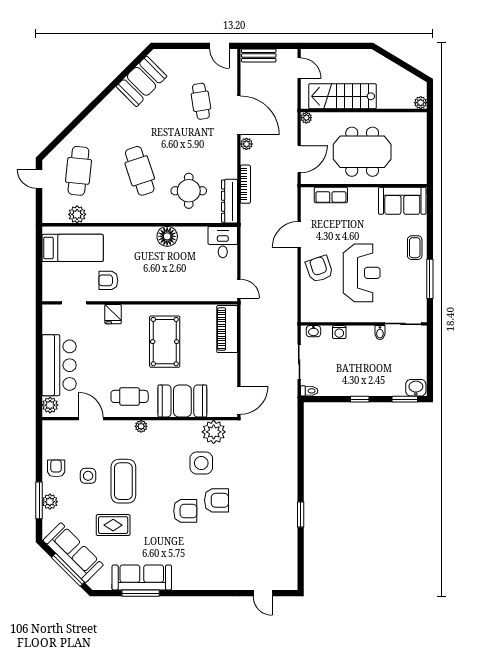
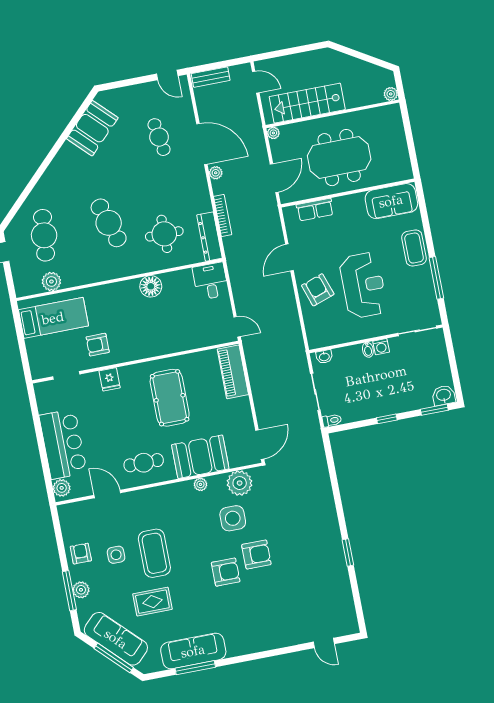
coffee table: (415, 248) -> (414, 248), width x1.36, depth x1.30
washing machine: (339, 332) -> (381, 347), moved
bidet: (380, 333) -> (368, 350), moved
plant: (141, 426) -> (200, 484), moved

